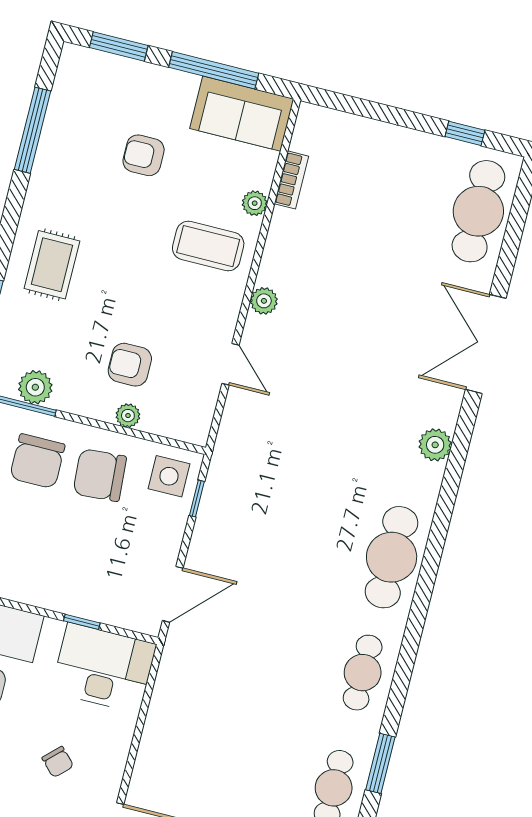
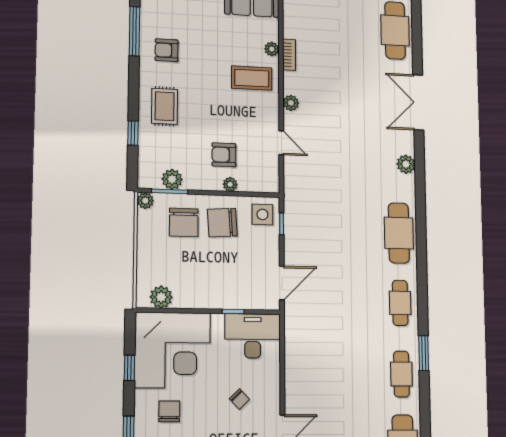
armchair: (144, 155) -> (167, 50), moved
bookcase: (291, 180) -> (289, 55), moved

